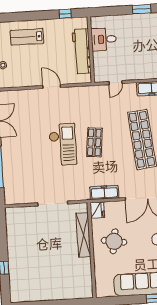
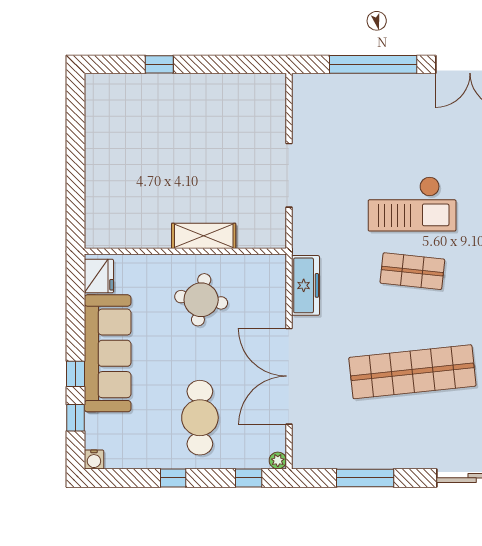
fridge: (97, 210) -> (99, 276), moved, turned -90
shelving: (83, 235) -> (204, 236), width x0.68

